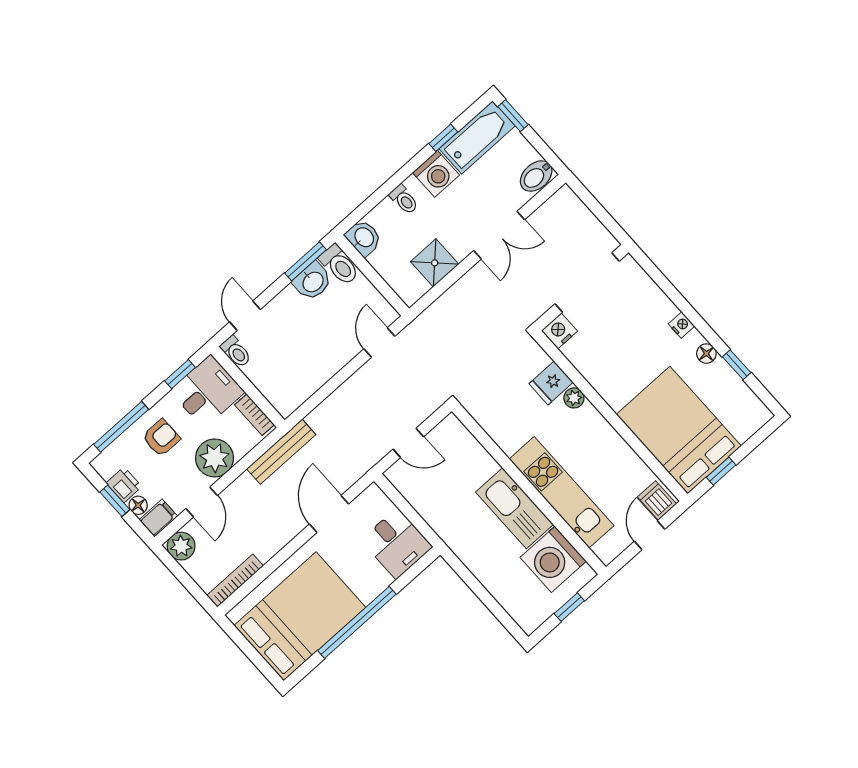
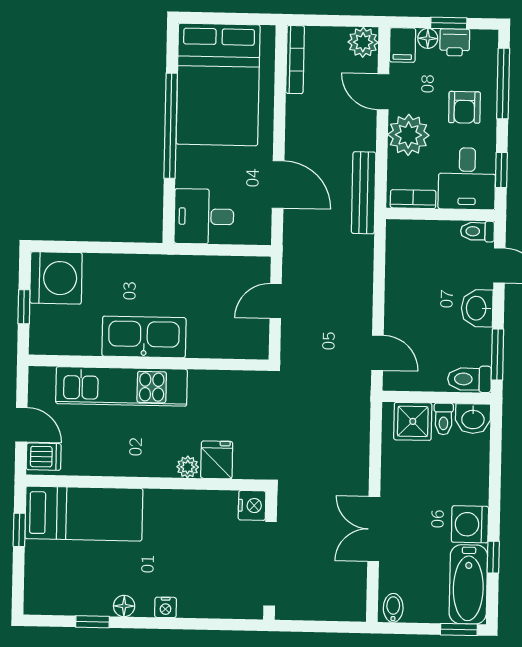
bidet: (536, 176) -> (393, 608), width x0.72, depth x0.74
toilet: (404, 199) -> (444, 419), moved, turned -90
shower: (435, 263) -> (413, 421), moved
washbasin: (313, 281) -> (477, 308), moved
bed: (679, 430) -> (84, 514), width x0.67
washing machine: (553, 559) -> (56, 278), moved, turned 90

